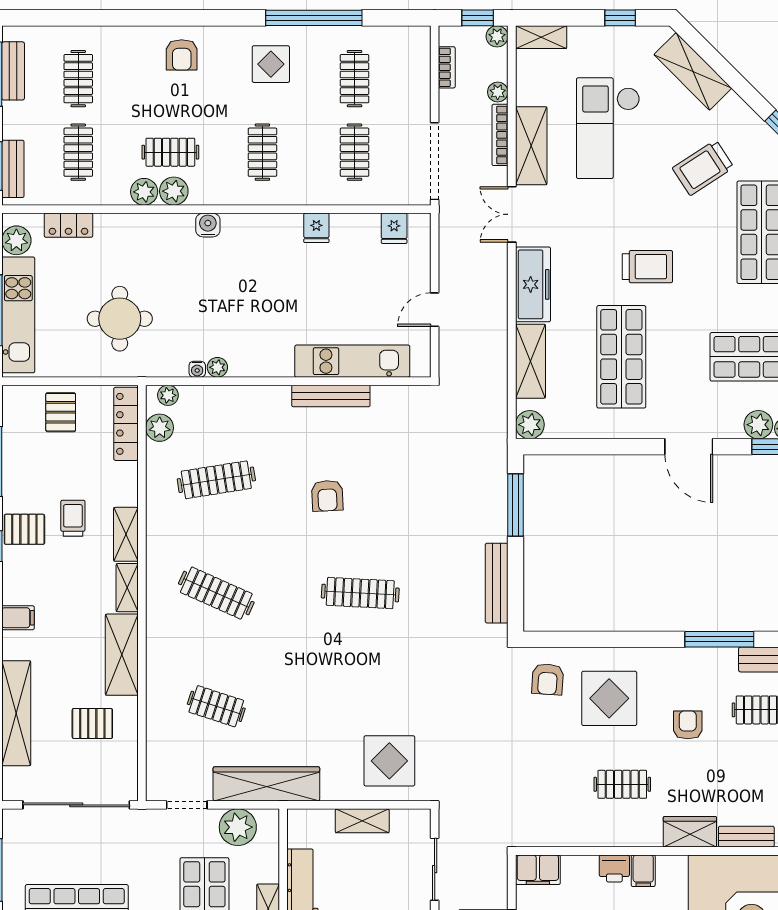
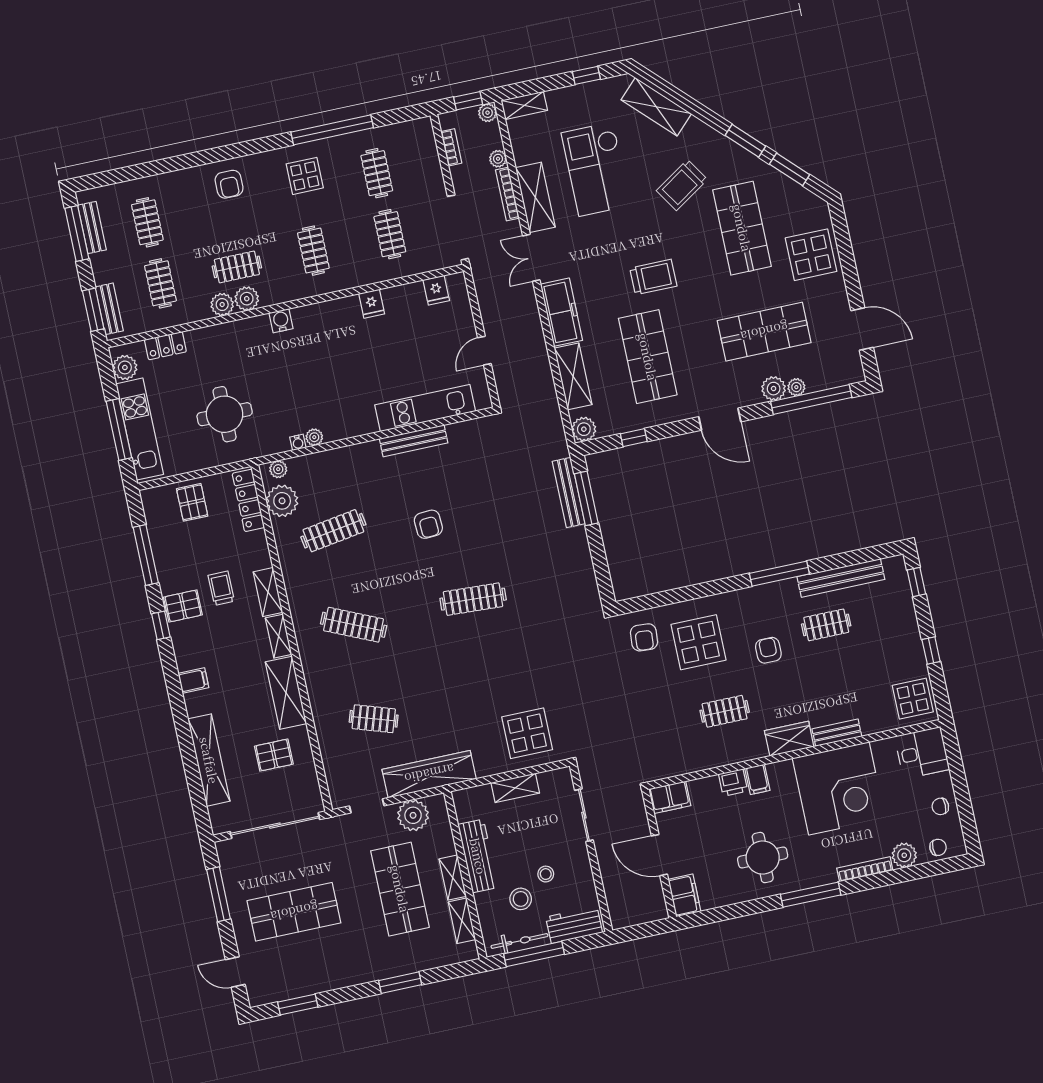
plant: (160, 428) -> (282, 501), width x1.36, depth x1.36
window: (585, 447) -> (634, 438), added
bench: (497, 583) -> (569, 493), moved

